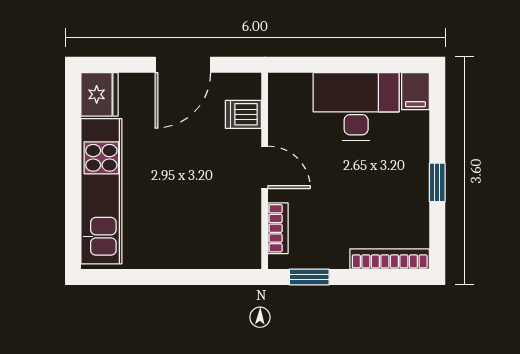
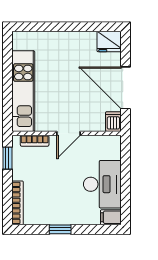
door: (183, 65) -> (126, 88), width x1.36
dishwasher: (243, 114) -> (113, 122), moved
kitchen unit: (101, 191) -> (23, 91), moved, turned -90

